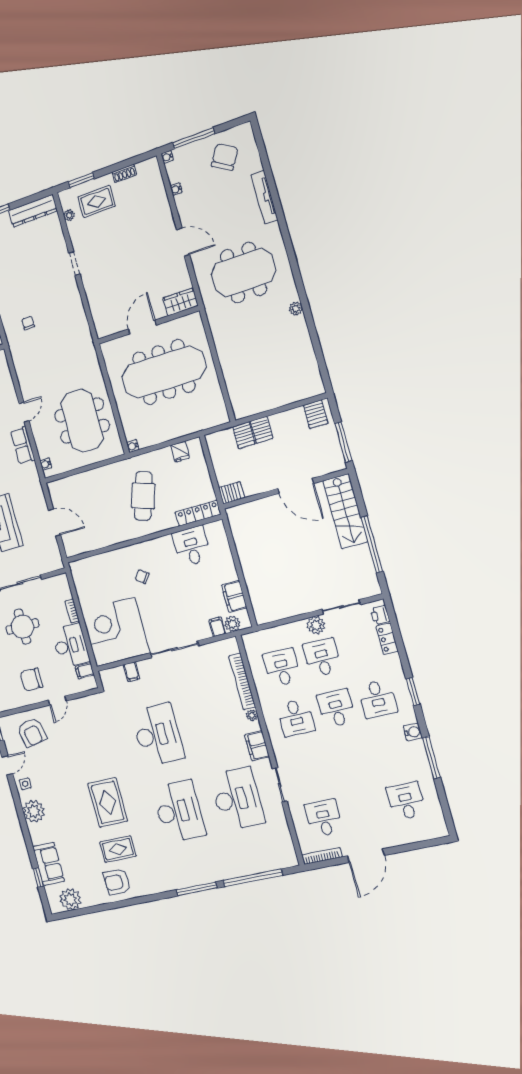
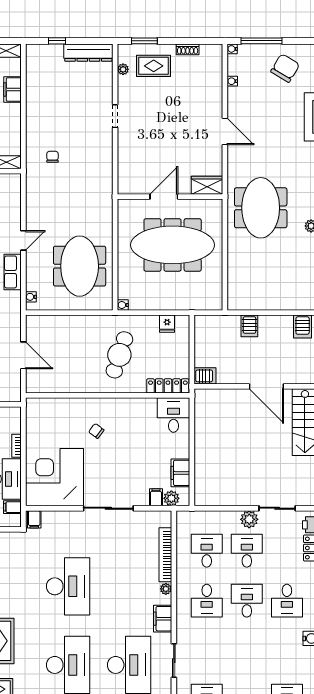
meeting table: (243, 273) -> (261, 208), moved, turned 90
server rack: (244, 435) -> (231, 326), removed
desk: (192, 546) -> (173, 415), moved
filing cabinet: (131, 672) -> (34, 519), moved

